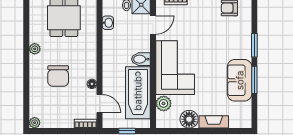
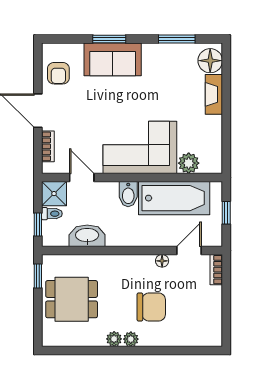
washbasin: (108, 23) -> (87, 236), width x1.91, depth x1.45
sofa: (240, 80) -> (113, 59), moved
window: (254, 80) -> (177, 39), moved
floor lamp: (189, 119) -> (210, 61), moved
plant: (35, 123) -> (131, 339), moved

